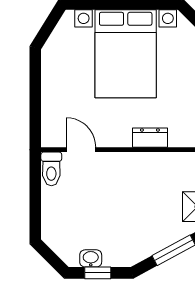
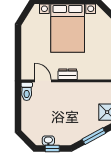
dresser: (150, 138) -> (68, 74), moved

